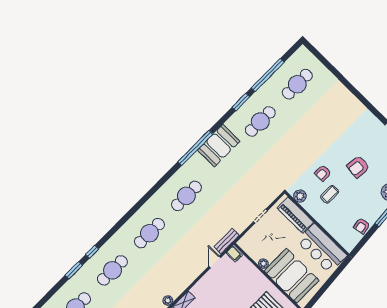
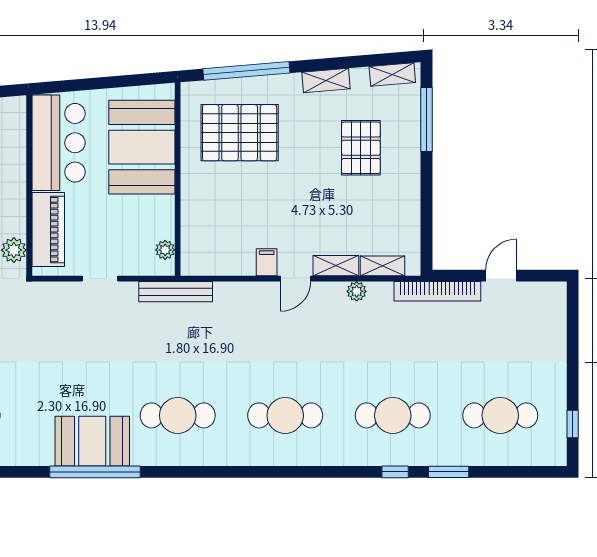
booth: (219, 146) -> (92, 441), moved
bench: (227, 241) -> (176, 292), width x1.36
filing cabinet: (234, 254) -> (267, 262), moved
door: (215, 262) -> (296, 279), moved
plant: (263, 264) -> (165, 250), moved

